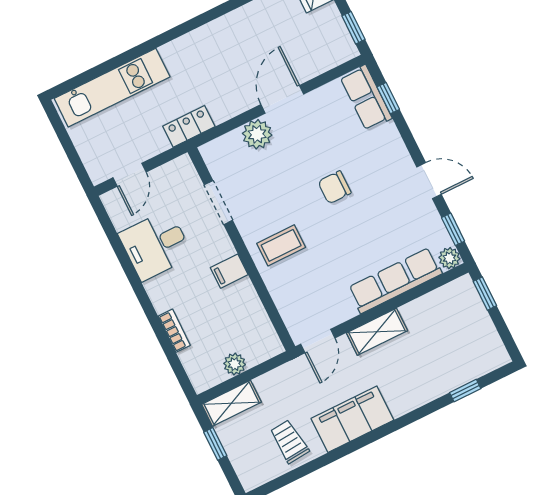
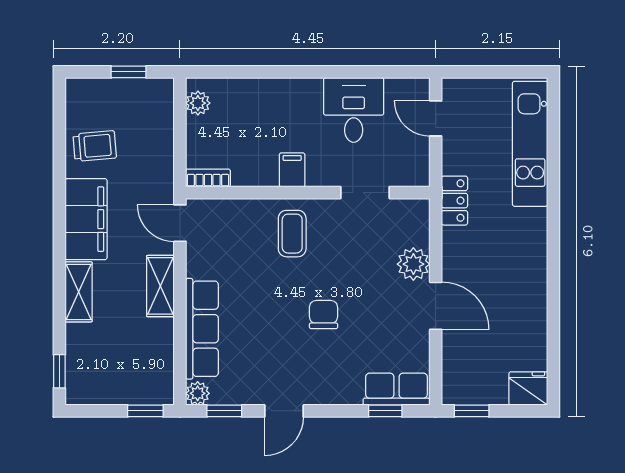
bookcase: (174, 331) -> (208, 178), moved, turned 180
plant: (235, 364) -> (198, 103), moved
window: (465, 391) -> (59, 371), moved
shelving: (231, 403) -> (79, 292), moved

